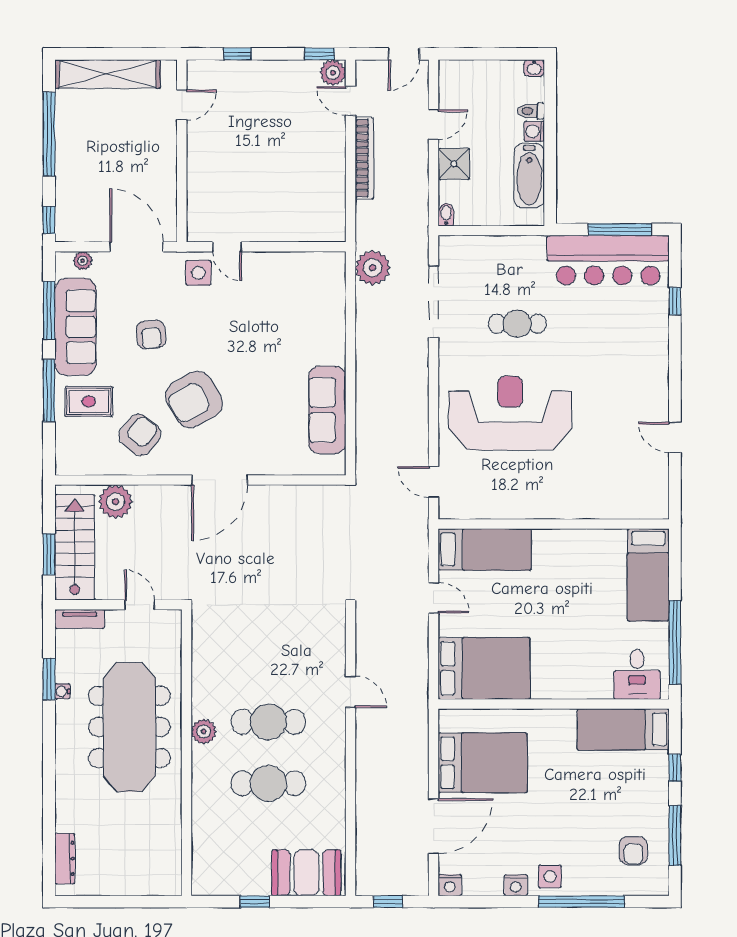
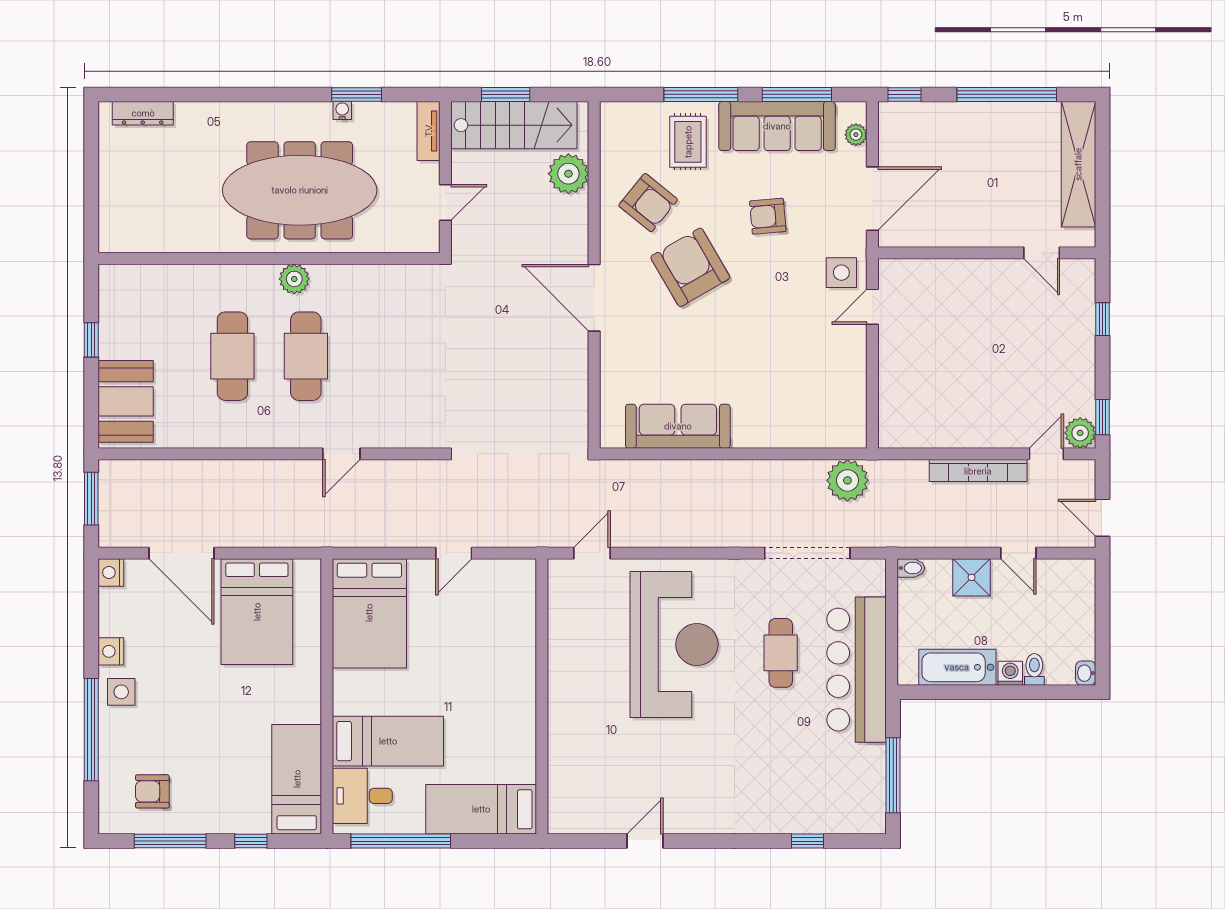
bar counter: (608, 260) -> (857, 670), moved
bed: (485, 549) -> (388, 741), moved, turned -90
window: (388, 902) -> (91, 499), width x1.50

